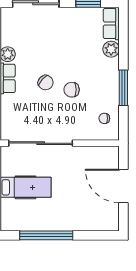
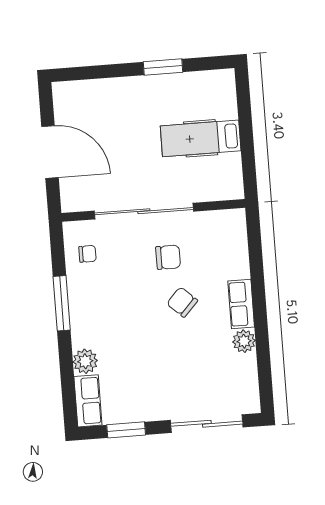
chair: (72, 90) -> (168, 257), moved
sliding door: (41, 143) -> (144, 211), moved
window: (46, 235) -> (163, 67), width x0.47

